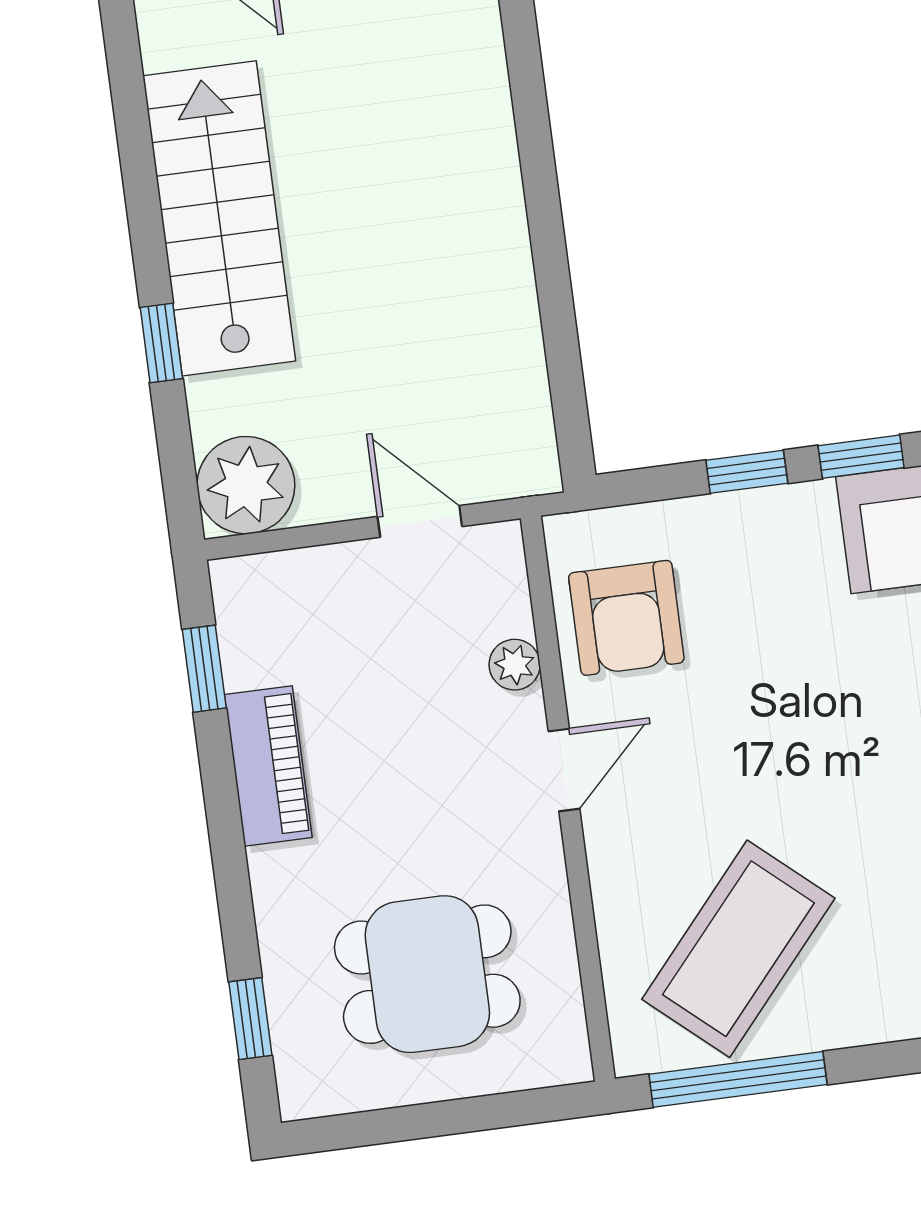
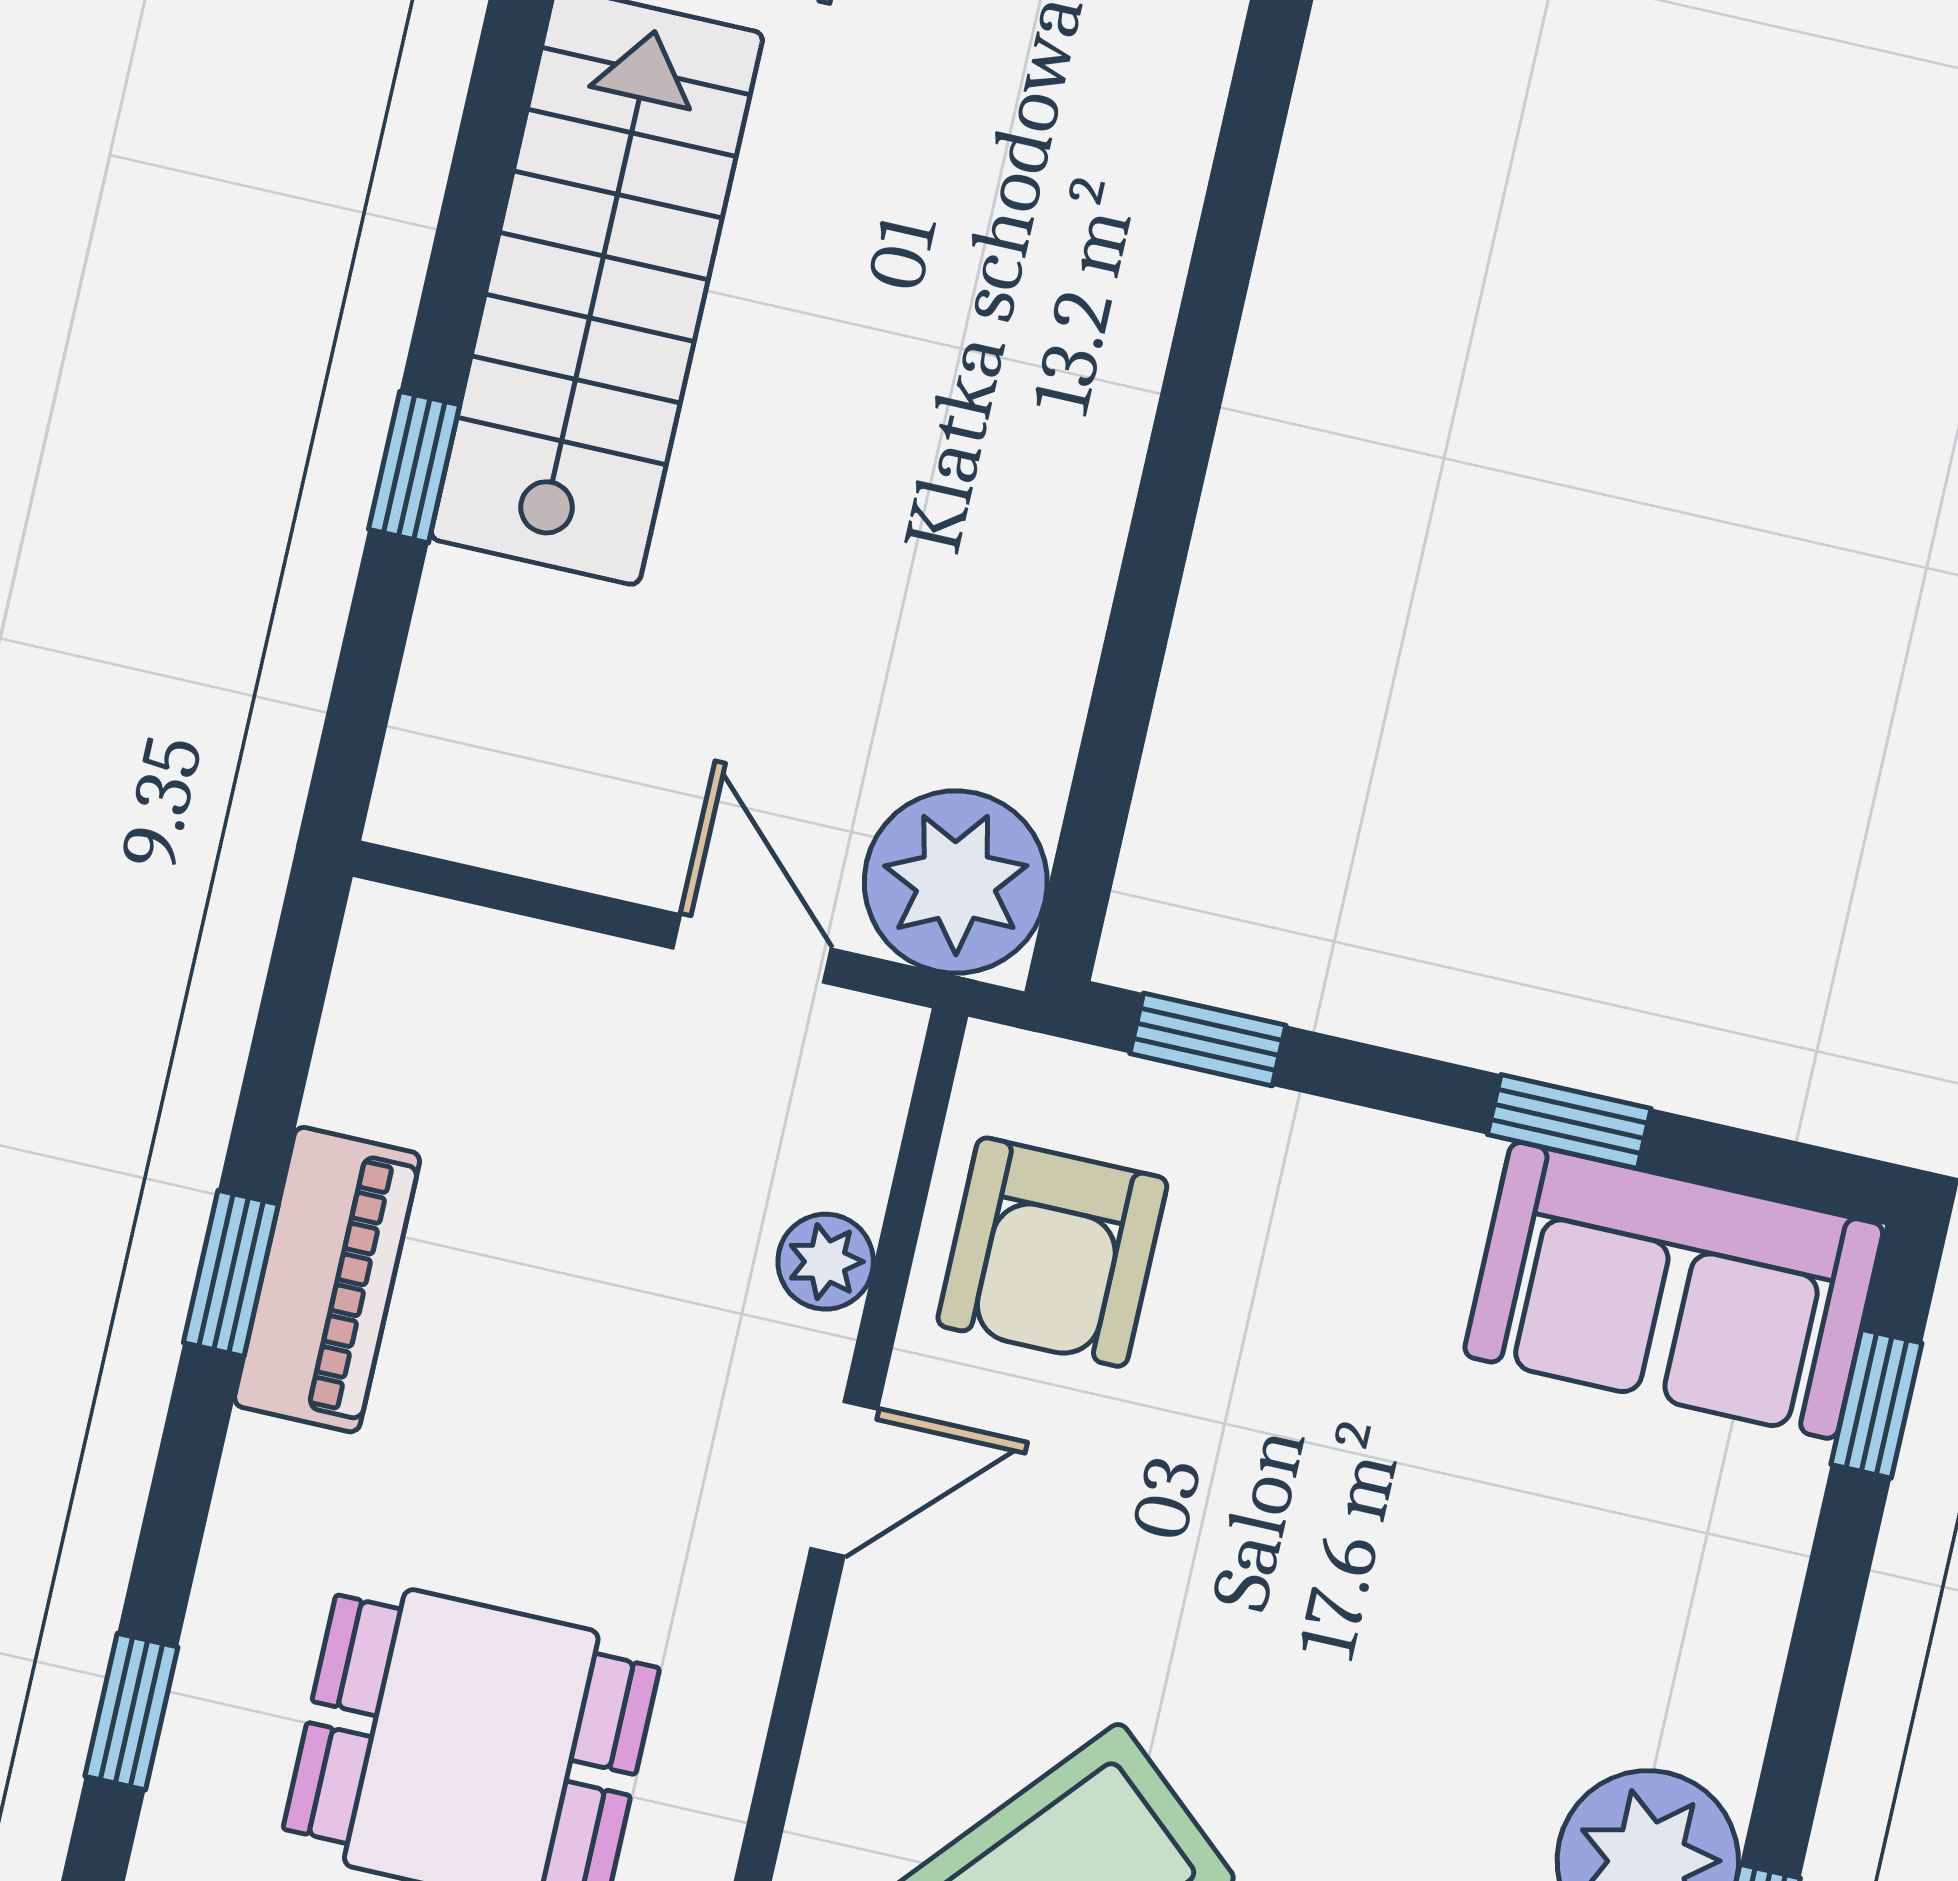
window: (747, 472) -> (1208, 1039), moved
plant: (246, 485) -> (956, 882), moved
window: (204, 669) -> (231, 1273), moved

